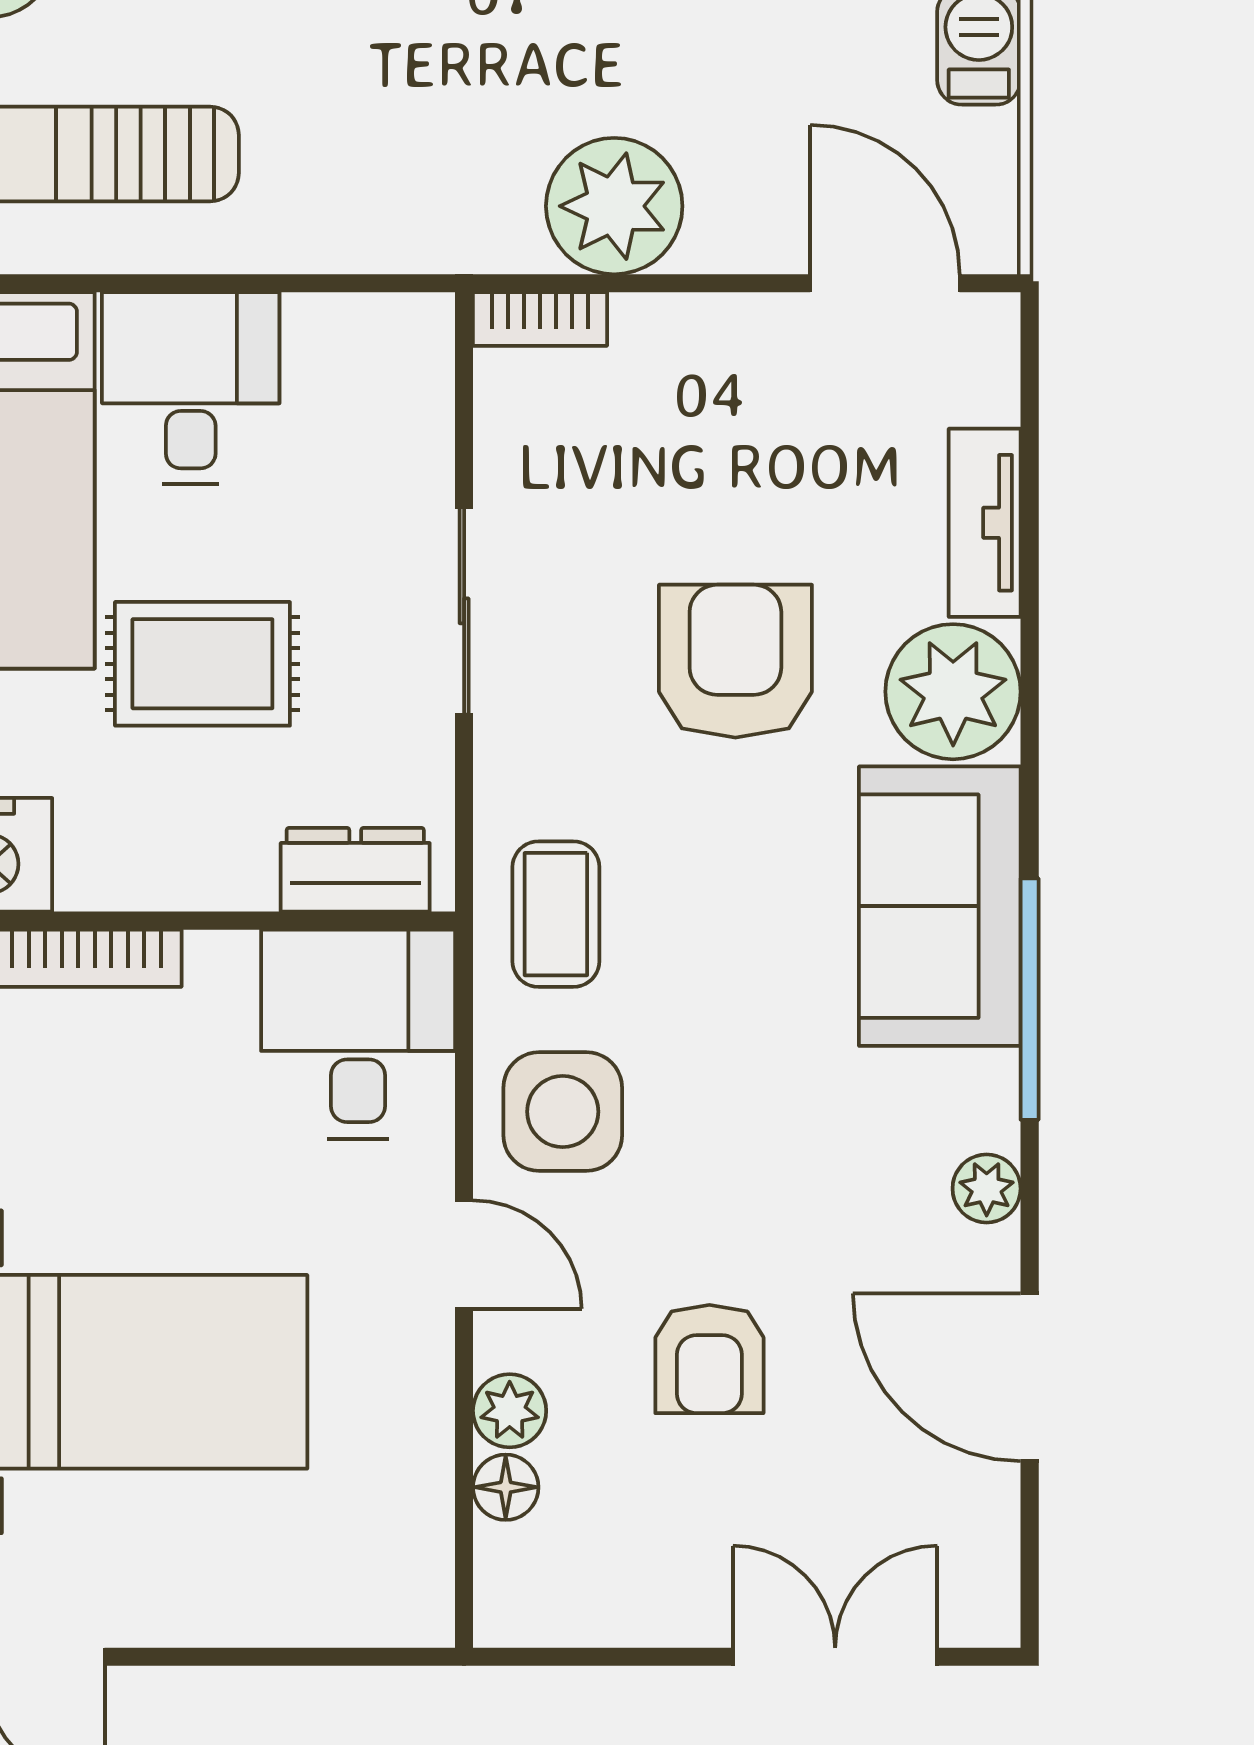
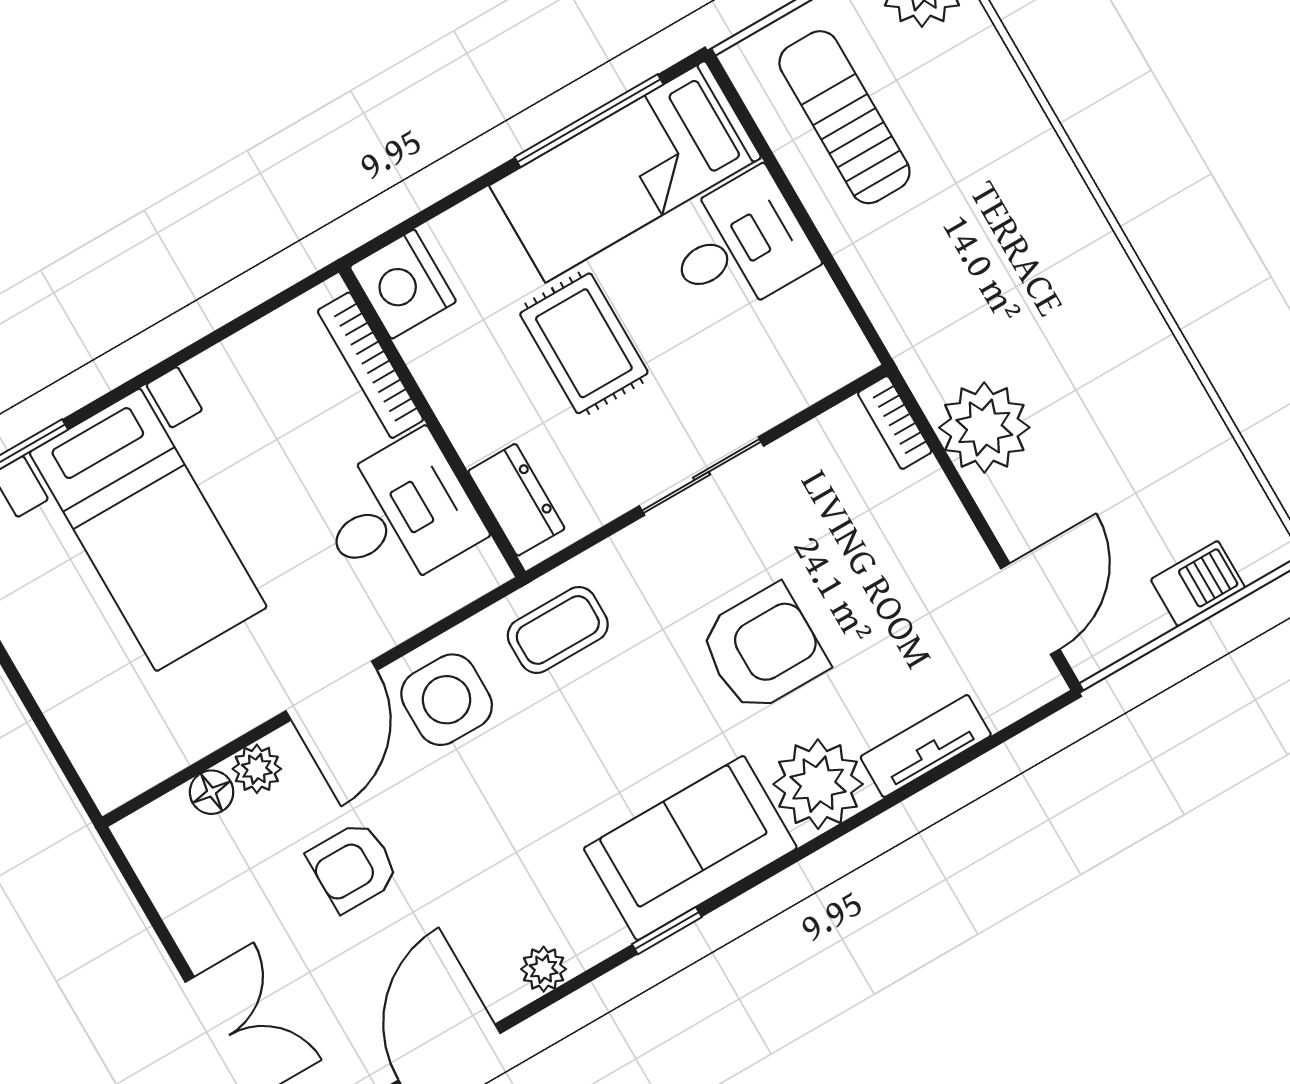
window: (1030, 999) -> (667, 931), width x0.46
desk: (358, 1034) -> (399, 515), moved
door: (464, 1255) -> (331, 691), width x1.38

